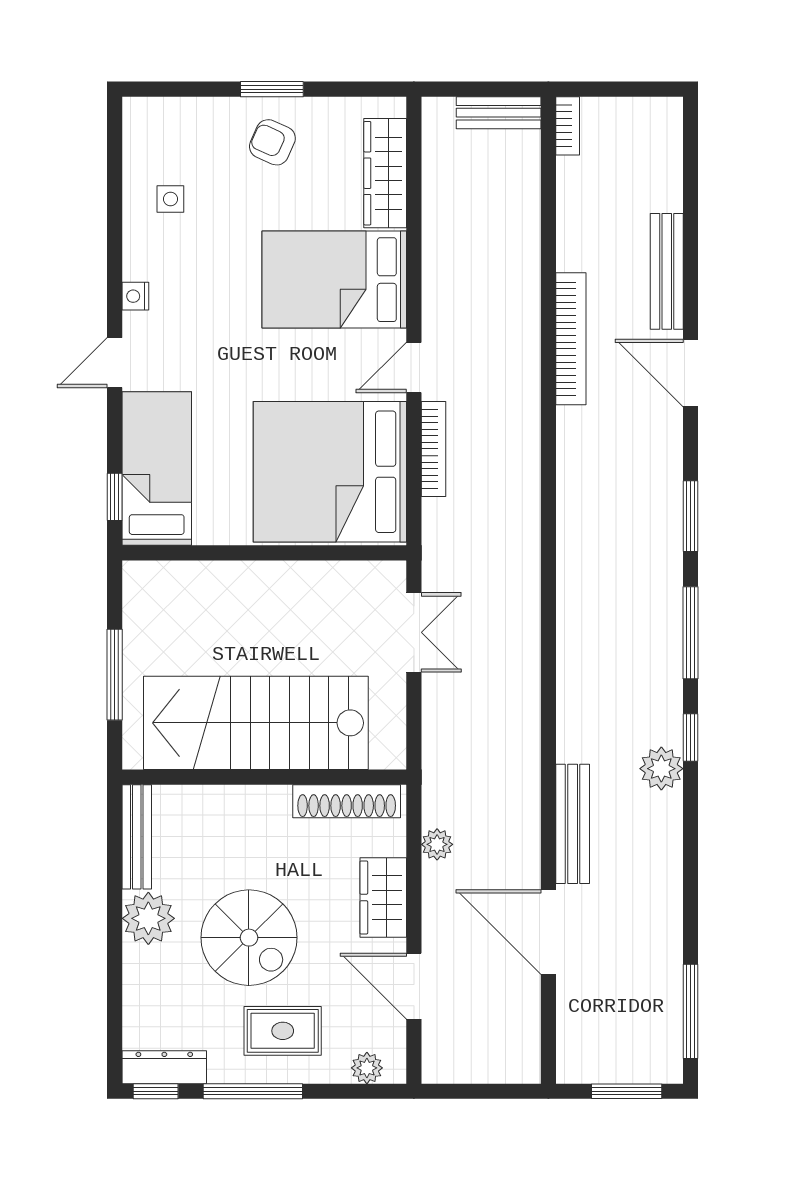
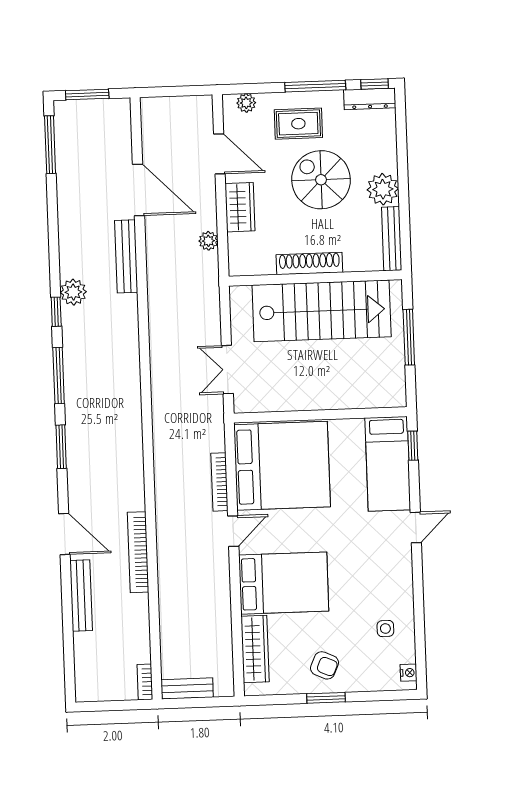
nightstand: (135, 296) -> (408, 673), moved
shoe rack: (347, 801) -> (309, 263), moved

